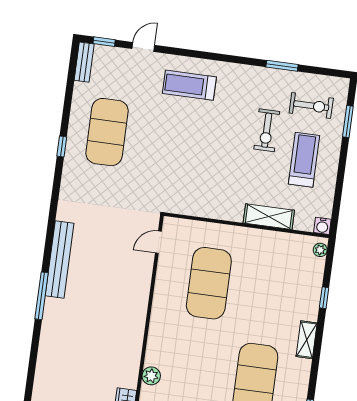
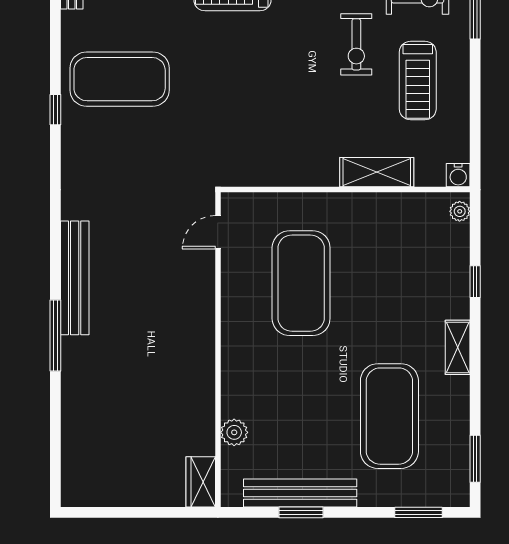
exercise mat: (107, 132) -> (120, 79), turned 90
treadmill: (304, 160) -> (418, 81), turned 180

